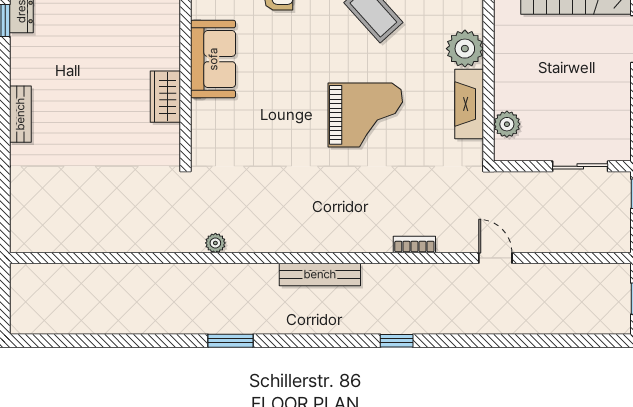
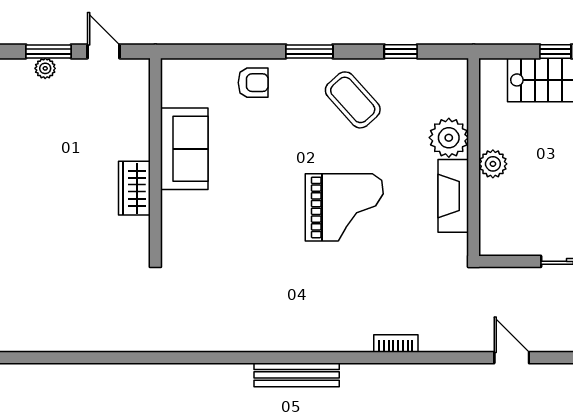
plant: (507, 124) -> (493, 164), moved
plant: (215, 243) -> (187, 342), removed
door: (495, 258) -> (512, 358), moved

